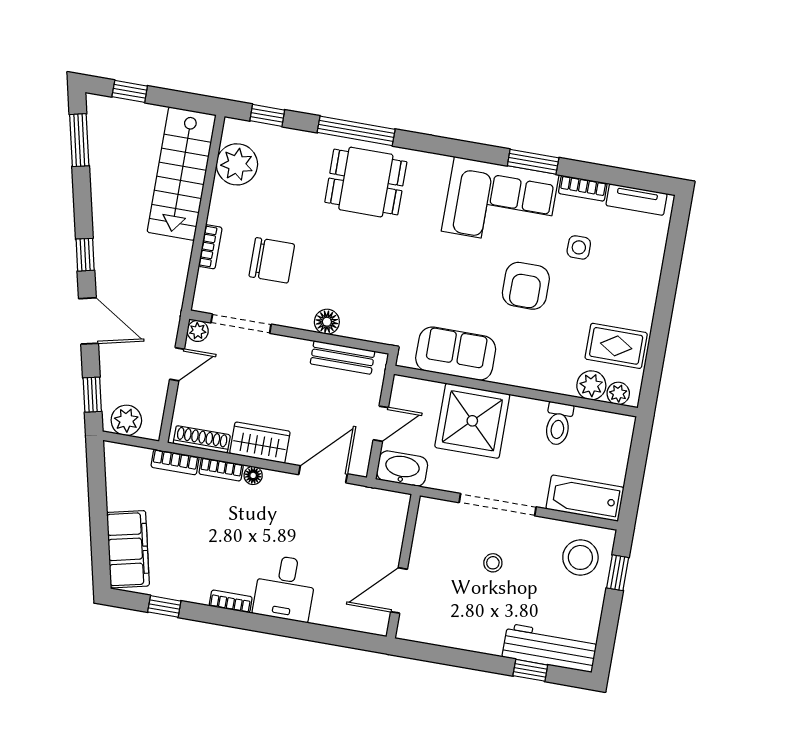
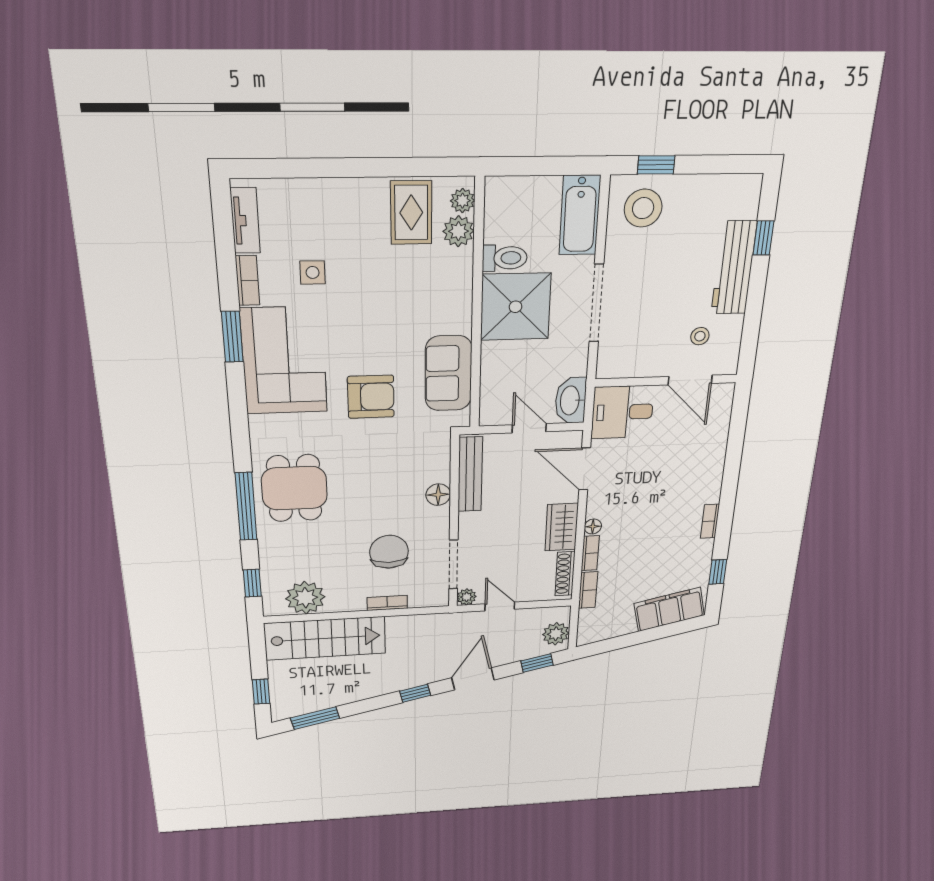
armchair: (526, 286) -> (371, 397), moved
bench: (343, 357) -> (470, 474), width x1.36
shower: (472, 421) -> (515, 307), moved
stool: (493, 563) -> (700, 336), moved
desk: (285, 588) -> (622, 412), moved, turned 180
workbench: (550, 648) -> (734, 268), moved

